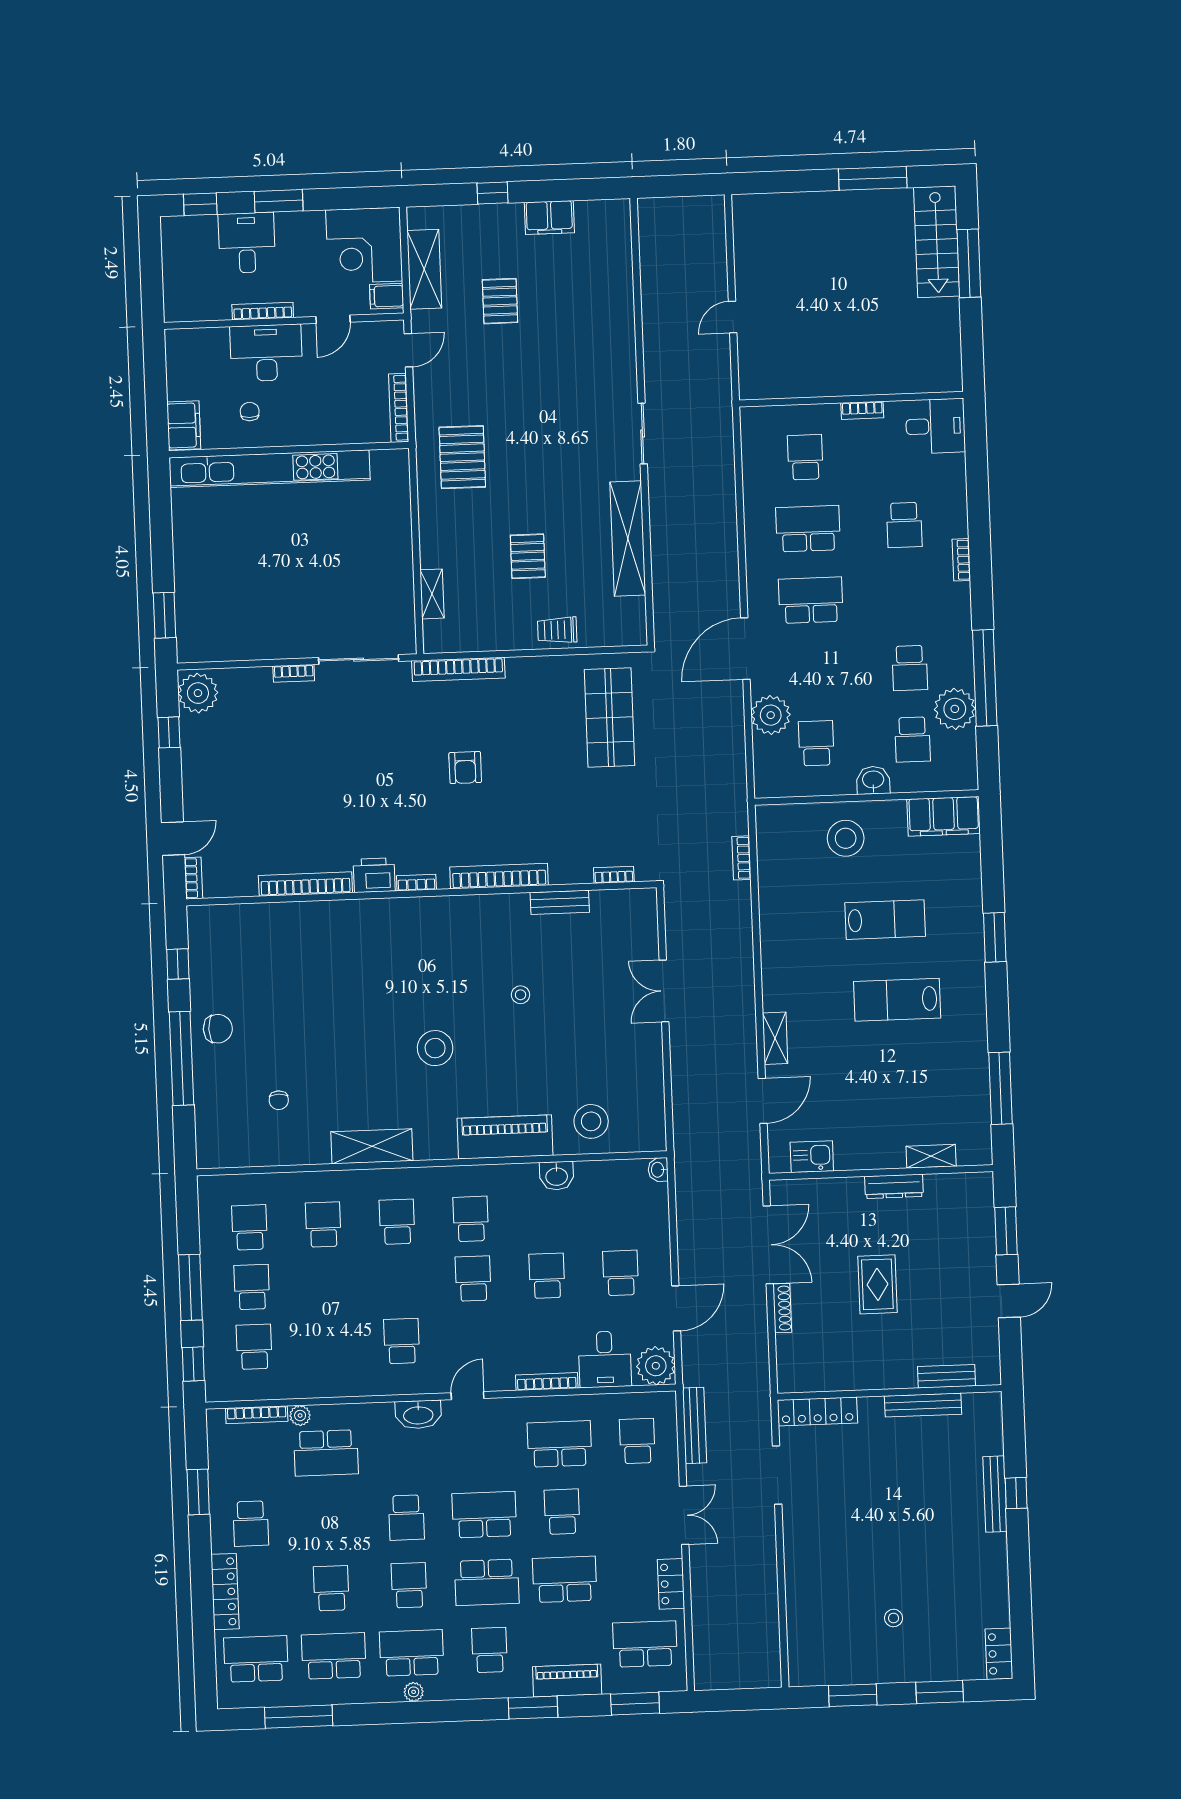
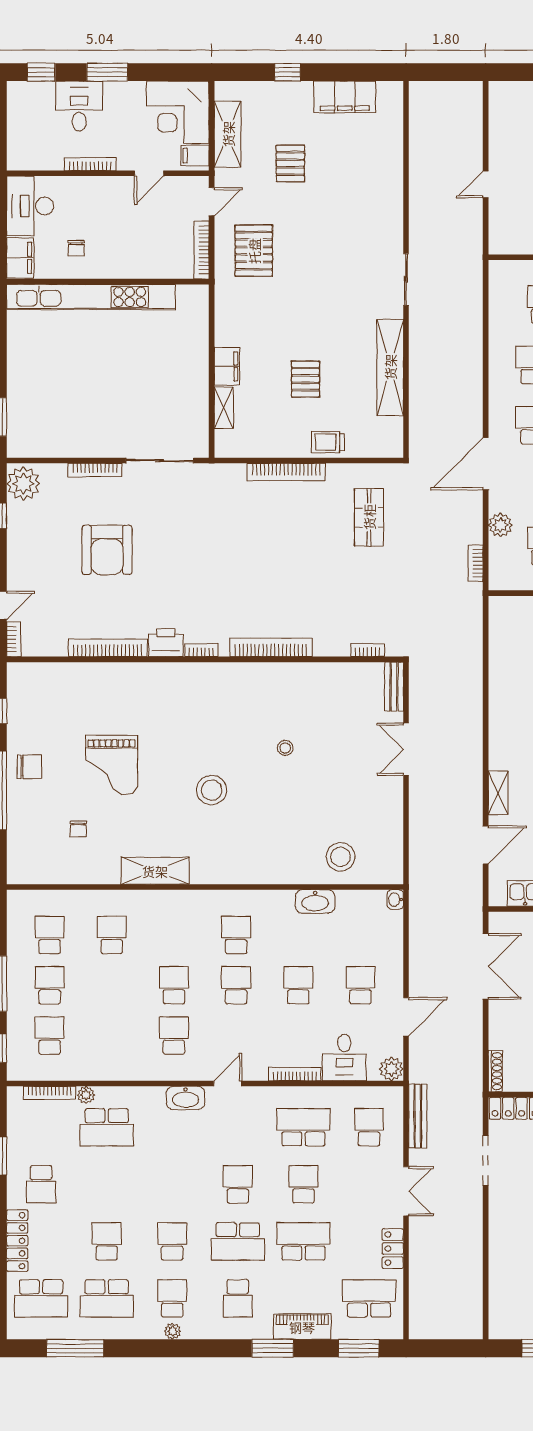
filing cabinet: (549, 218) -> (345, 97), width x1.50, depth x1.17
desk: (266, 353) -> (30, 206), moved, turned -90
chair: (250, 412) -> (76, 248), turned 180
pallet: (462, 457) -> (254, 251), moved
filing cabinet: (434, 545) -> (227, 366), added
bookcase: (458, 669) -> (286, 472), moved
bookcase: (294, 673) -> (95, 470), width x1.56
plant: (771, 715) -> (500, 525), width x0.73, depth x0.73
shop shelf: (609, 717) -> (369, 517), width x0.70, depth x0.74
armchair: (465, 768) -> (107, 550), moved, width x1.88, depth x1.88
bookcase: (741, 858) -> (476, 563), moved
bench: (560, 902) -> (394, 687), moved, turned 90
grand piano: (315, 1023) -> (112, 765), added
piano: (505, 1137) -> (268, 867), removed
washbasin: (557, 1176) -> (315, 901), width x1.38
school desk: (397, 1222) -> (174, 985), moved
shoe rack: (782, 1308) -> (495, 1071), moved
plant: (656, 1366) -> (391, 1069), width x0.73, depth x0.73
school desk: (484, 1515) -> (238, 1184), width x0.54
school desk: (406, 1518) -> (172, 1184), removed
school desk: (489, 1650) -> (238, 1298), turned 180
school desk: (412, 1653) -> (172, 1298), width x0.54
school desk: (334, 1656) -> (107, 1298), turned 180
school desk: (256, 1659) -> (41, 1298), turned 180

